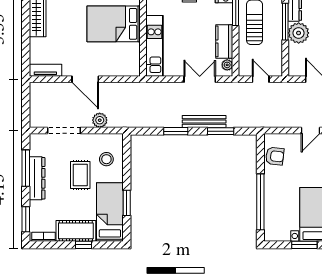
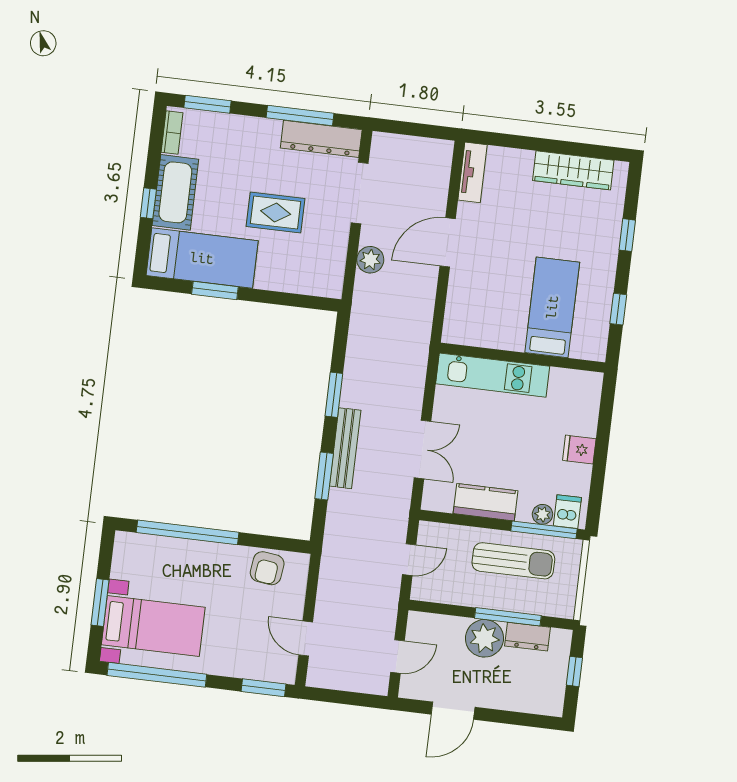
bed: (114, 24) -> (552, 307), width x0.67
plant: (227, 65) -> (542, 514), moved
stool: (106, 159) -> (298, 263), removed
dresser: (37, 178) -> (321, 139), moved

